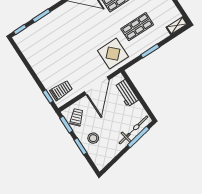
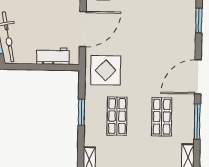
door: (97, 86) -> (83, 29), swing flipped

